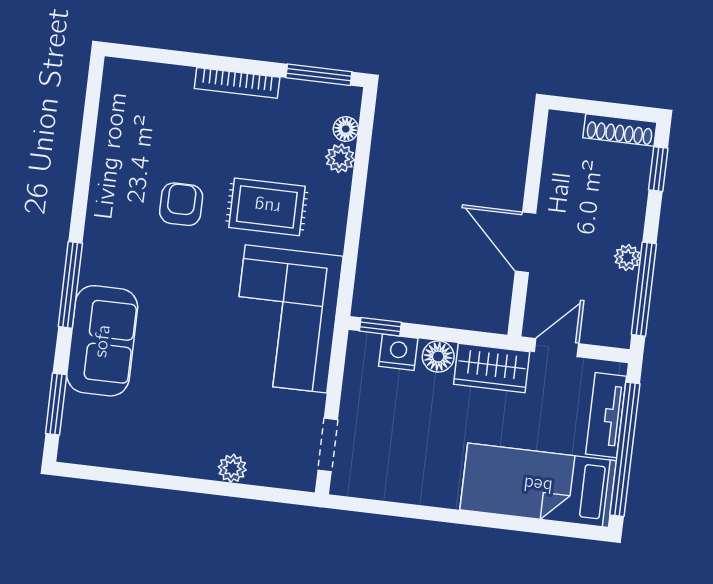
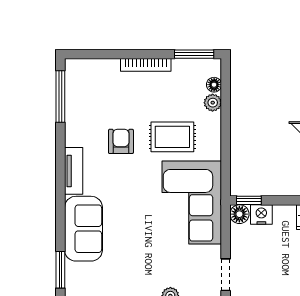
tv unit: (97, 244) -> (74, 171), added
window: (70, 285) -> (60, 96), moved
floor lamp: (438, 356) -> (239, 214), moved

